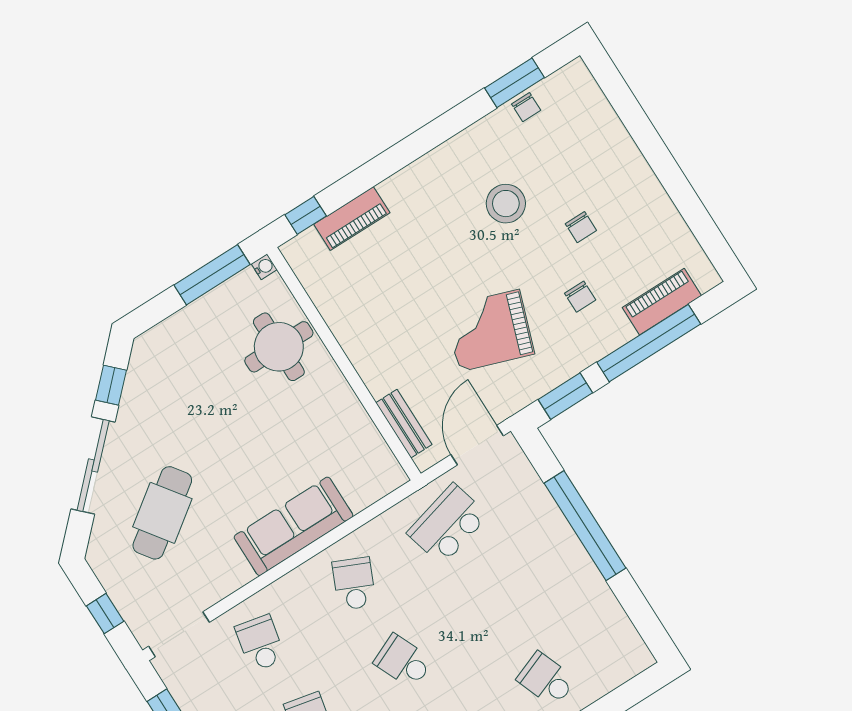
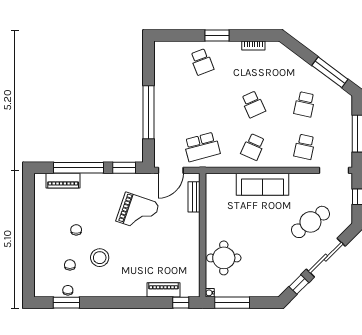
chair: (580, 297) -> (70, 265), moved

